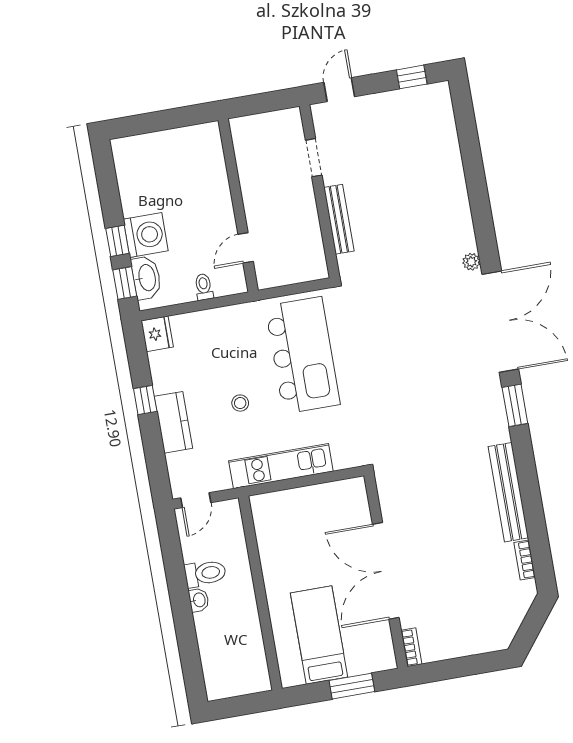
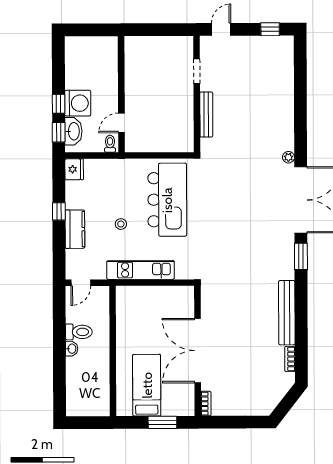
wall: (238, 205) -> (121, 94), moved
door: (246, 248) -> (121, 123), moved

